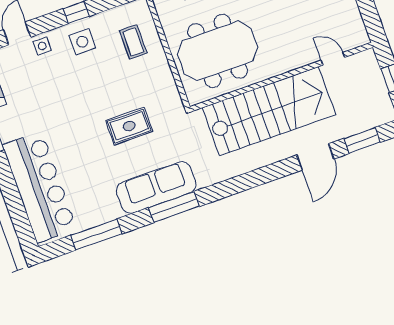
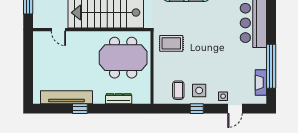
coffee table: (133, 42) -> (178, 90), moved
rug: (129, 126) -> (171, 43), moved

